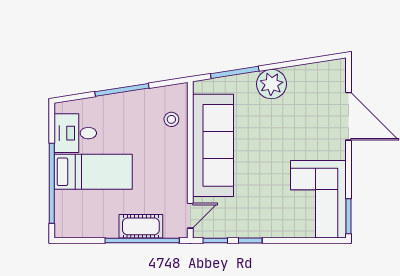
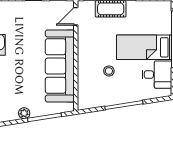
plant: (271, 84) -> (24, 113), width x0.53, depth x0.53
stool: (171, 119) -> (109, 71), moved

